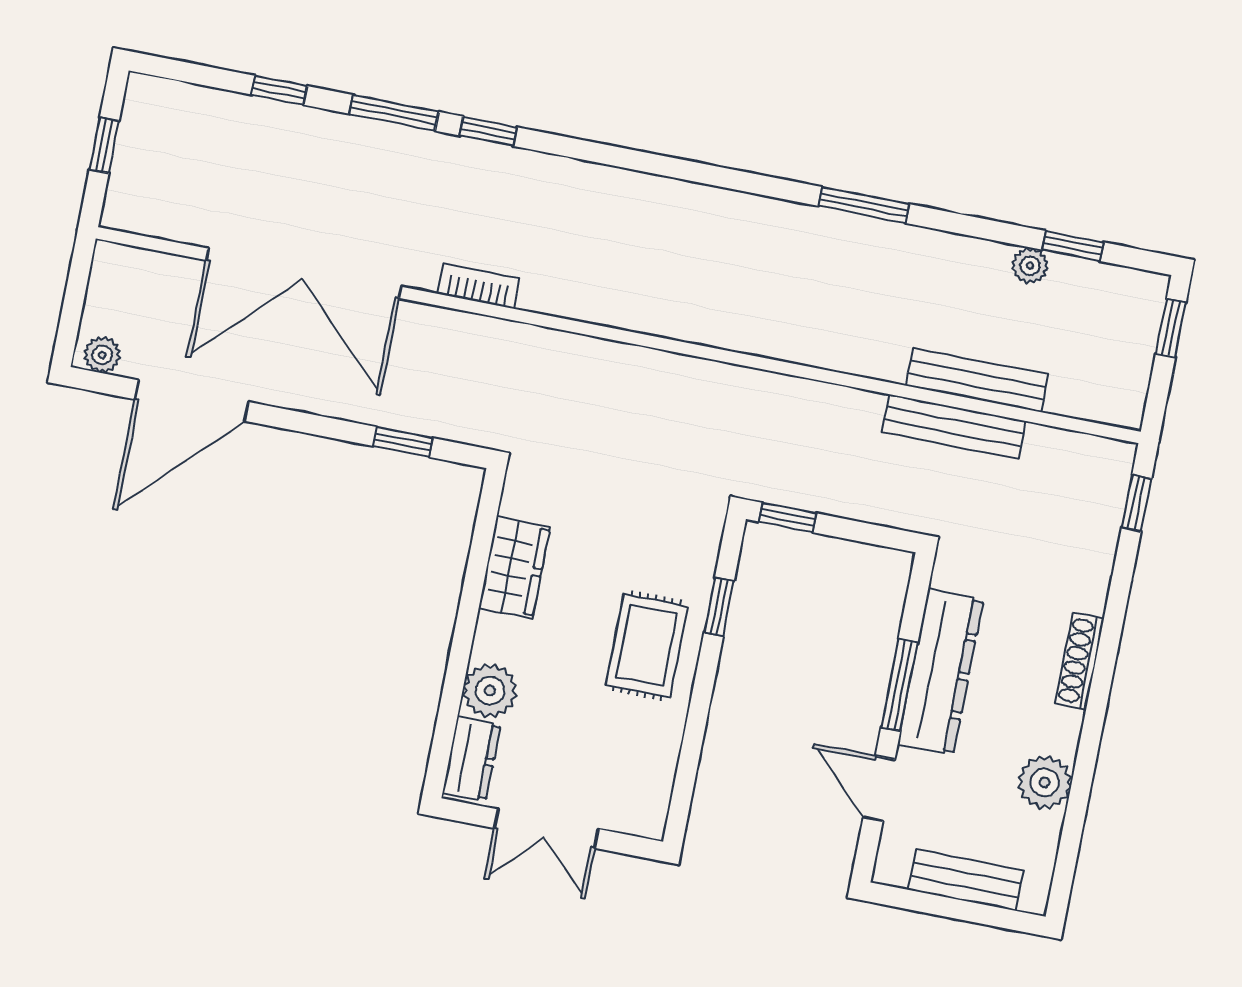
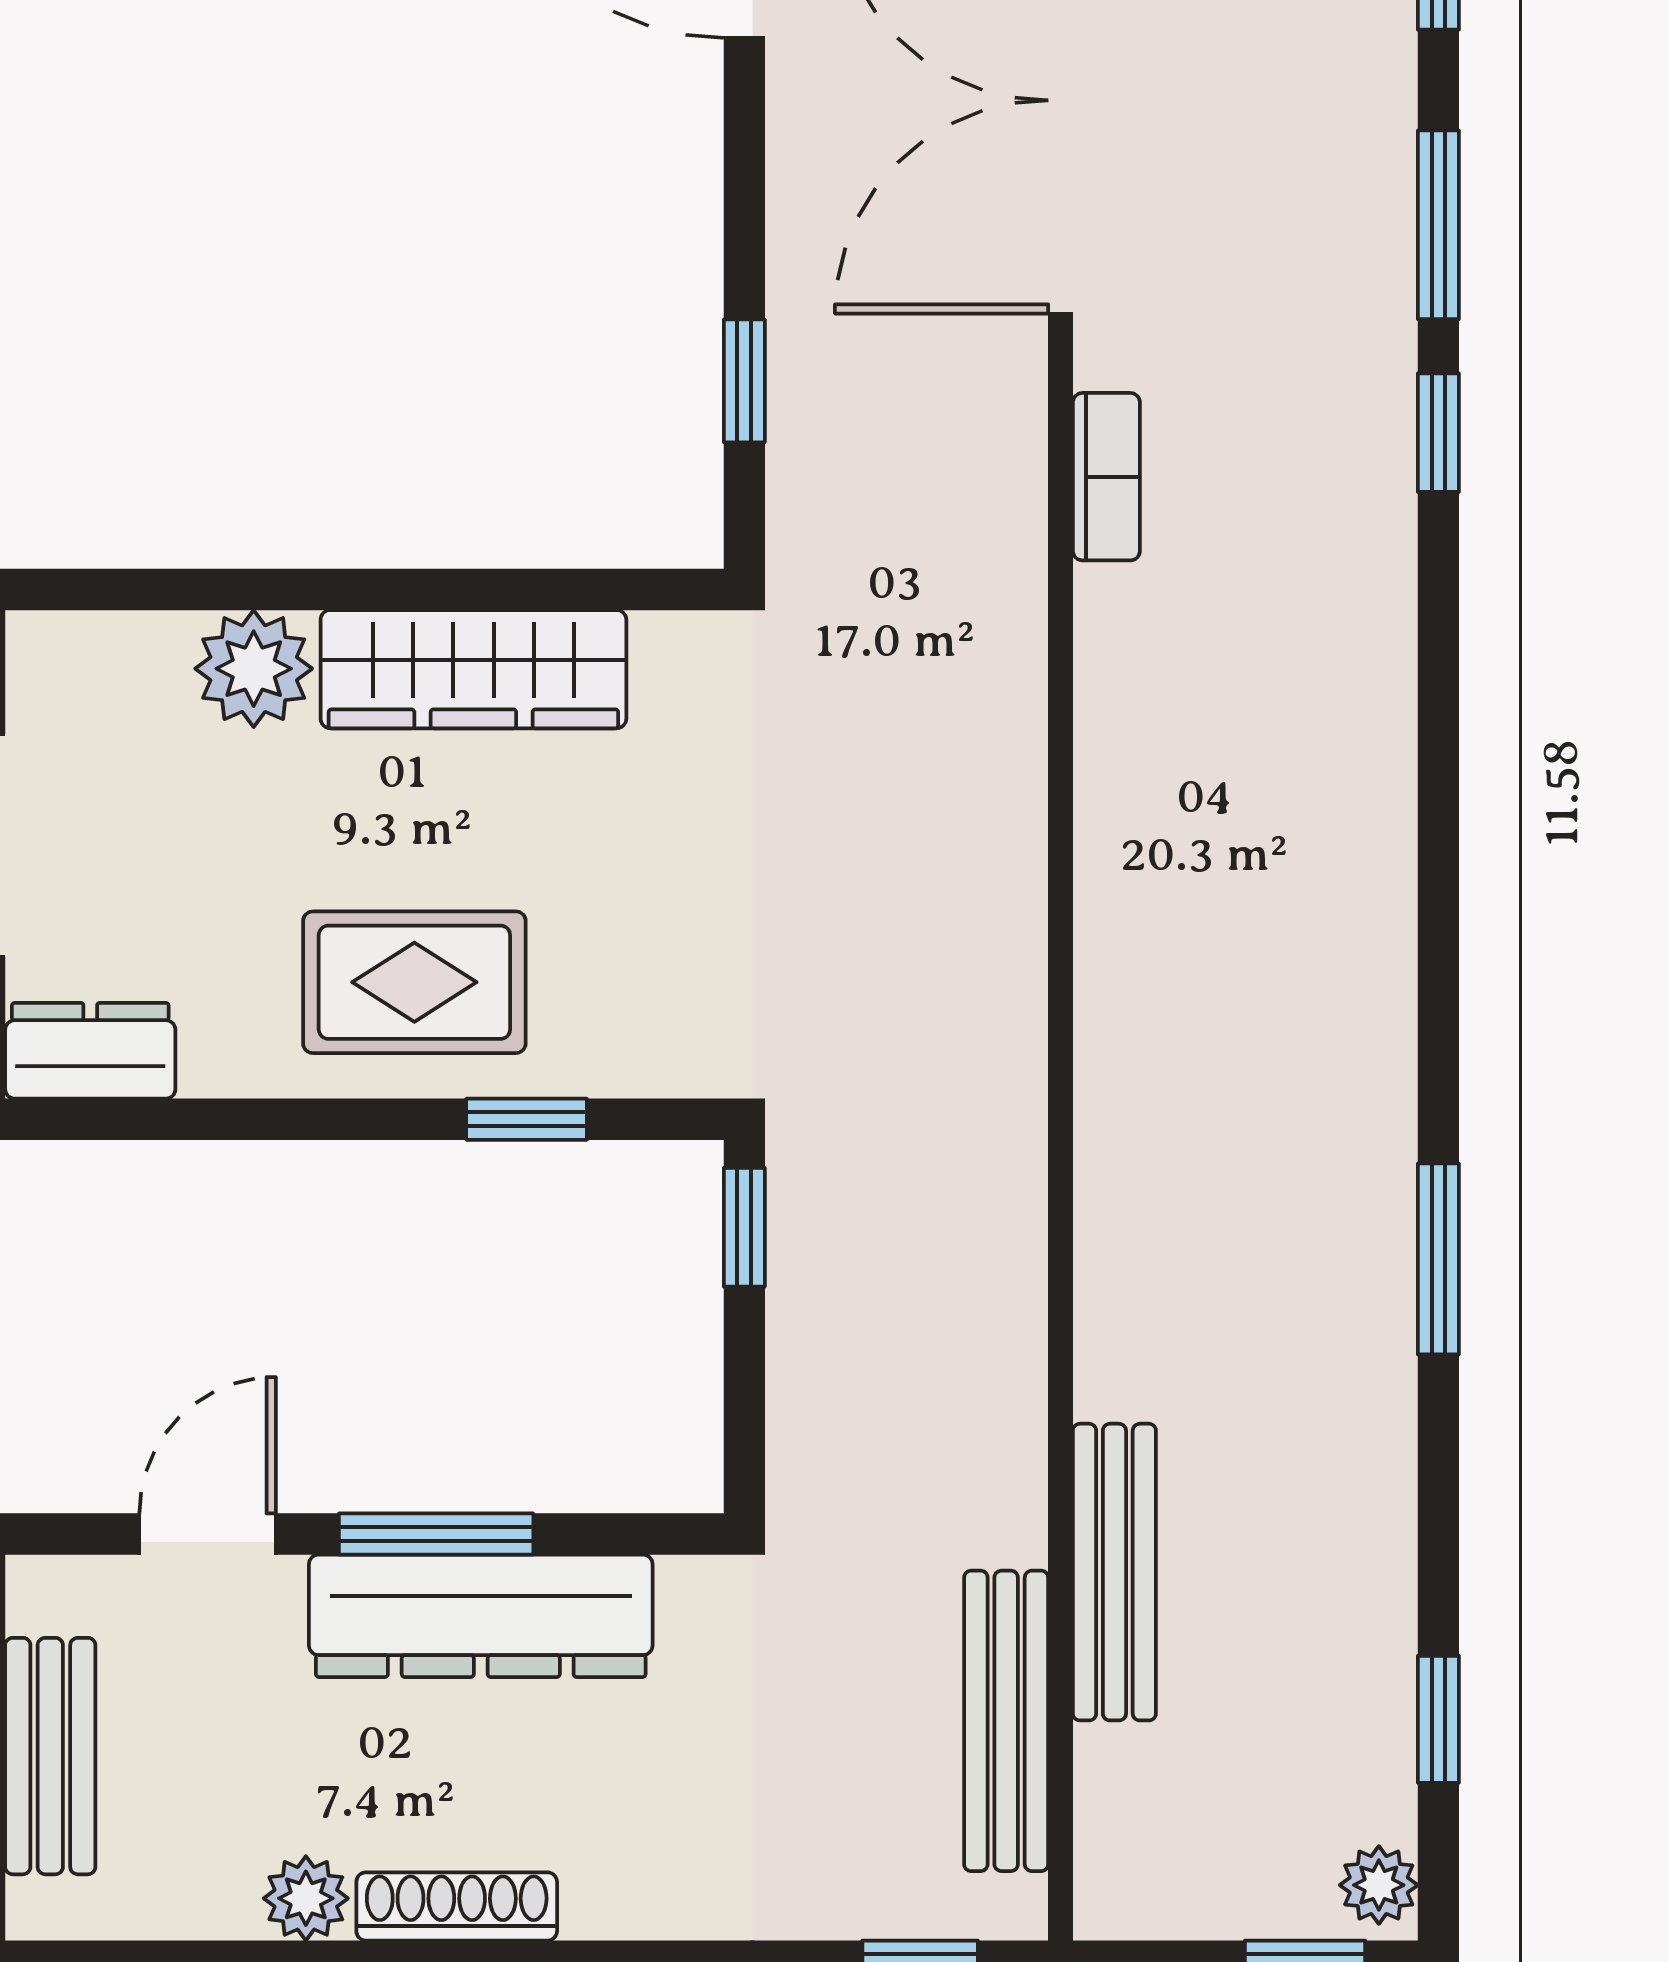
plant: (1030, 266) -> (1379, 1885), moved
bench: (954, 427) -> (1006, 1721), moved
wardrobe: (514, 568) -> (473, 669), width x1.50
shoe rack: (1080, 661) -> (457, 1906), moved
dresser: (472, 759) -> (90, 1051), moved, turned 180
plant: (1045, 782) -> (306, 1898), width x0.73, depth x0.73

